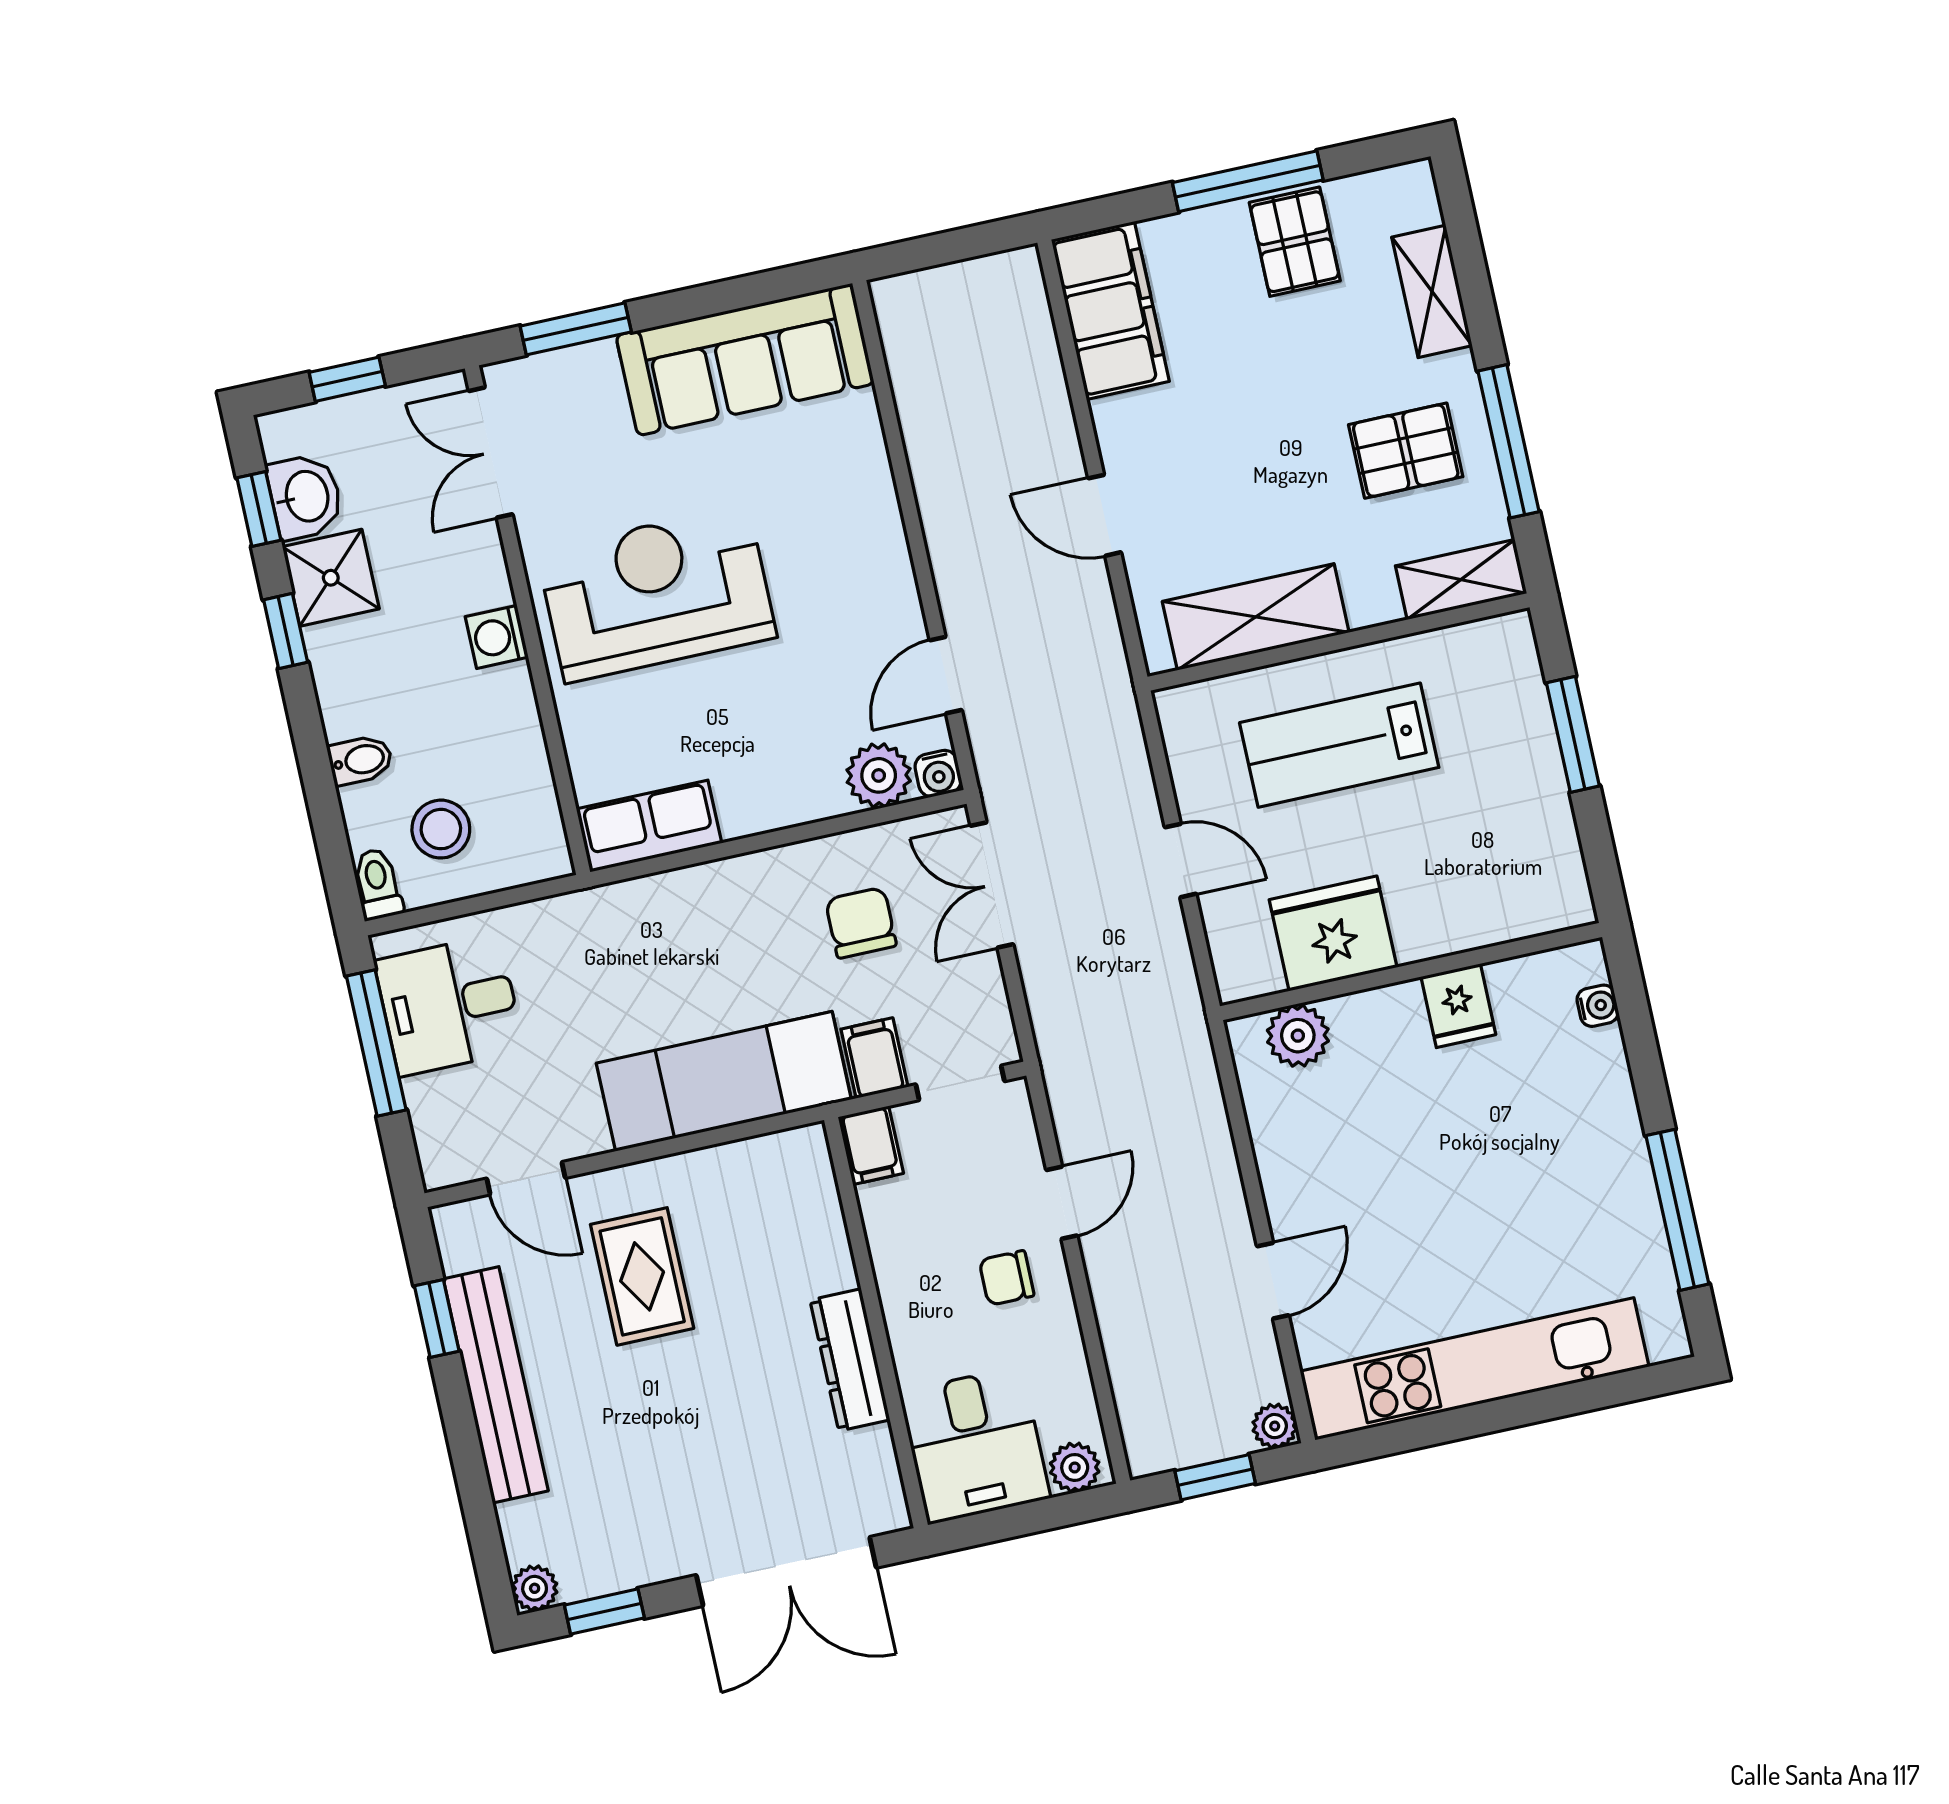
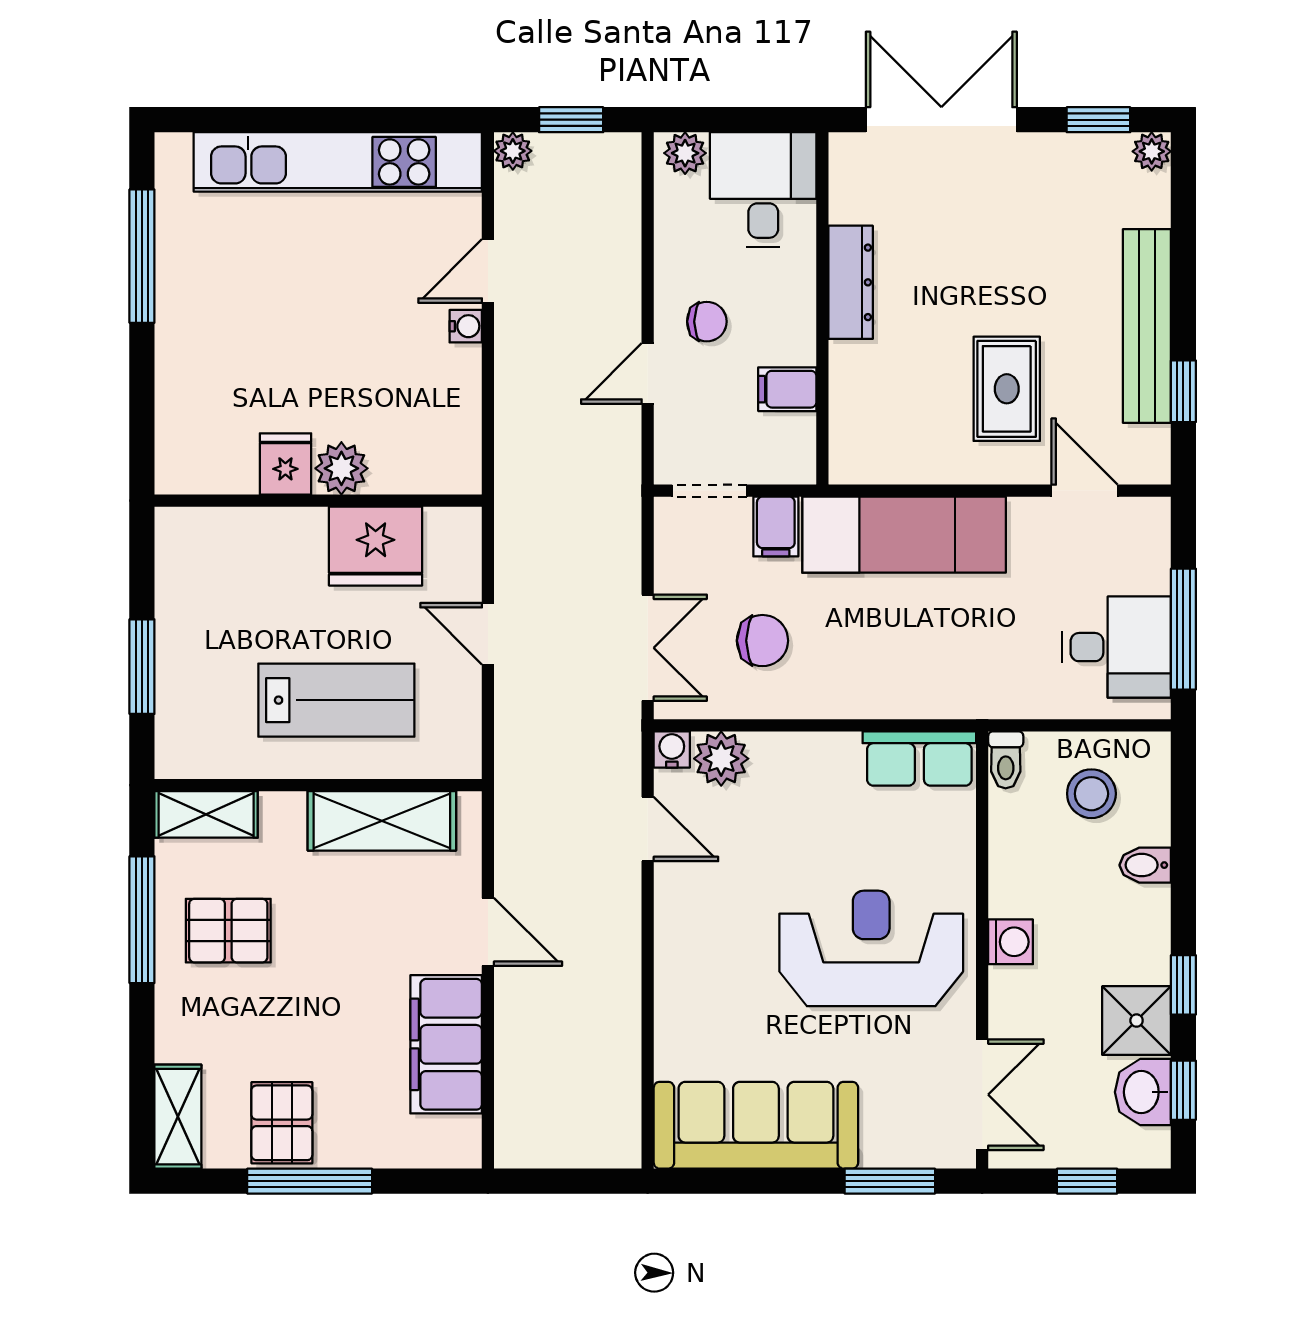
shelving: (1432, 291) -> (178, 1117), moved
filing cabinet: (1110, 310) -> (446, 1044), moved
reception desk: (657, 594) -> (871, 948), turned 180
door: (946, 675) -> (648, 829), hinge flipped
toilet: (378, 884) -> (1006, 760), moved
chair: (861, 923) -> (762, 641), turned -90
water cooler: (1598, 1006) -> (466, 326), moved, turned 180
plant: (1298, 1036) -> (341, 468), moved
filing cabinet: (871, 1145) -> (787, 389), moved, turned -90

